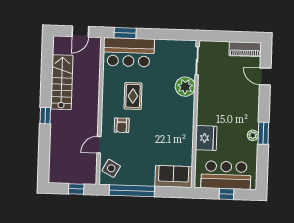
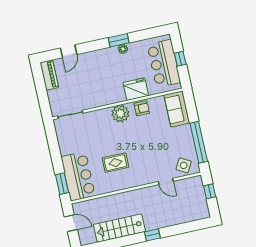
plant: (185, 87) -> (120, 114), moved
armchair: (122, 125) -> (142, 108), moved

